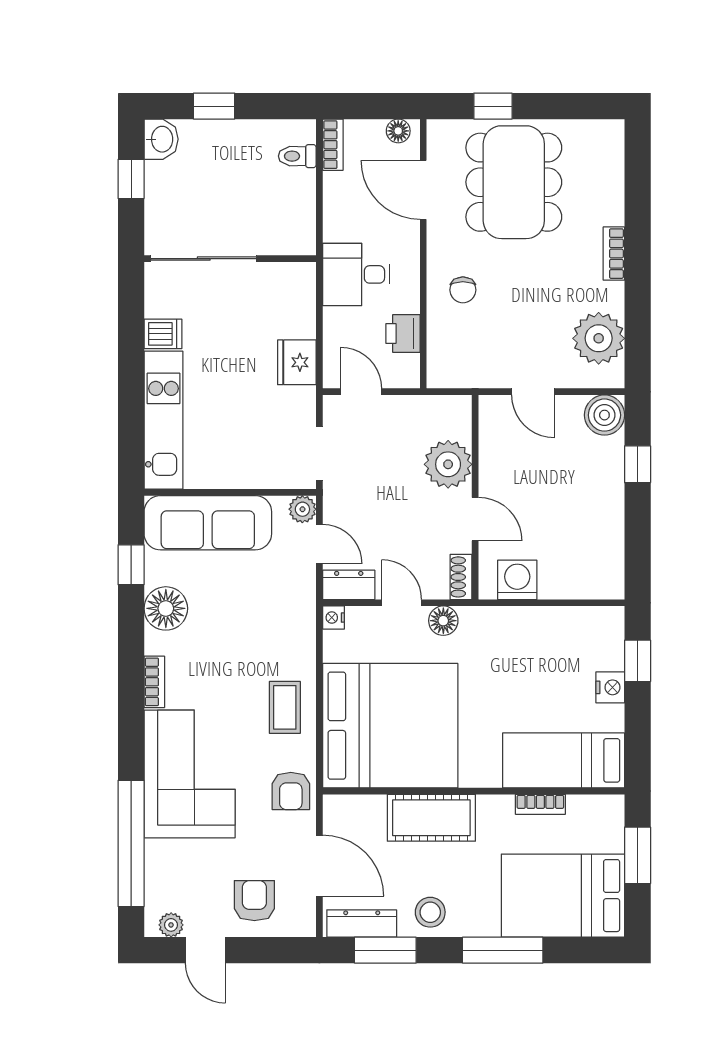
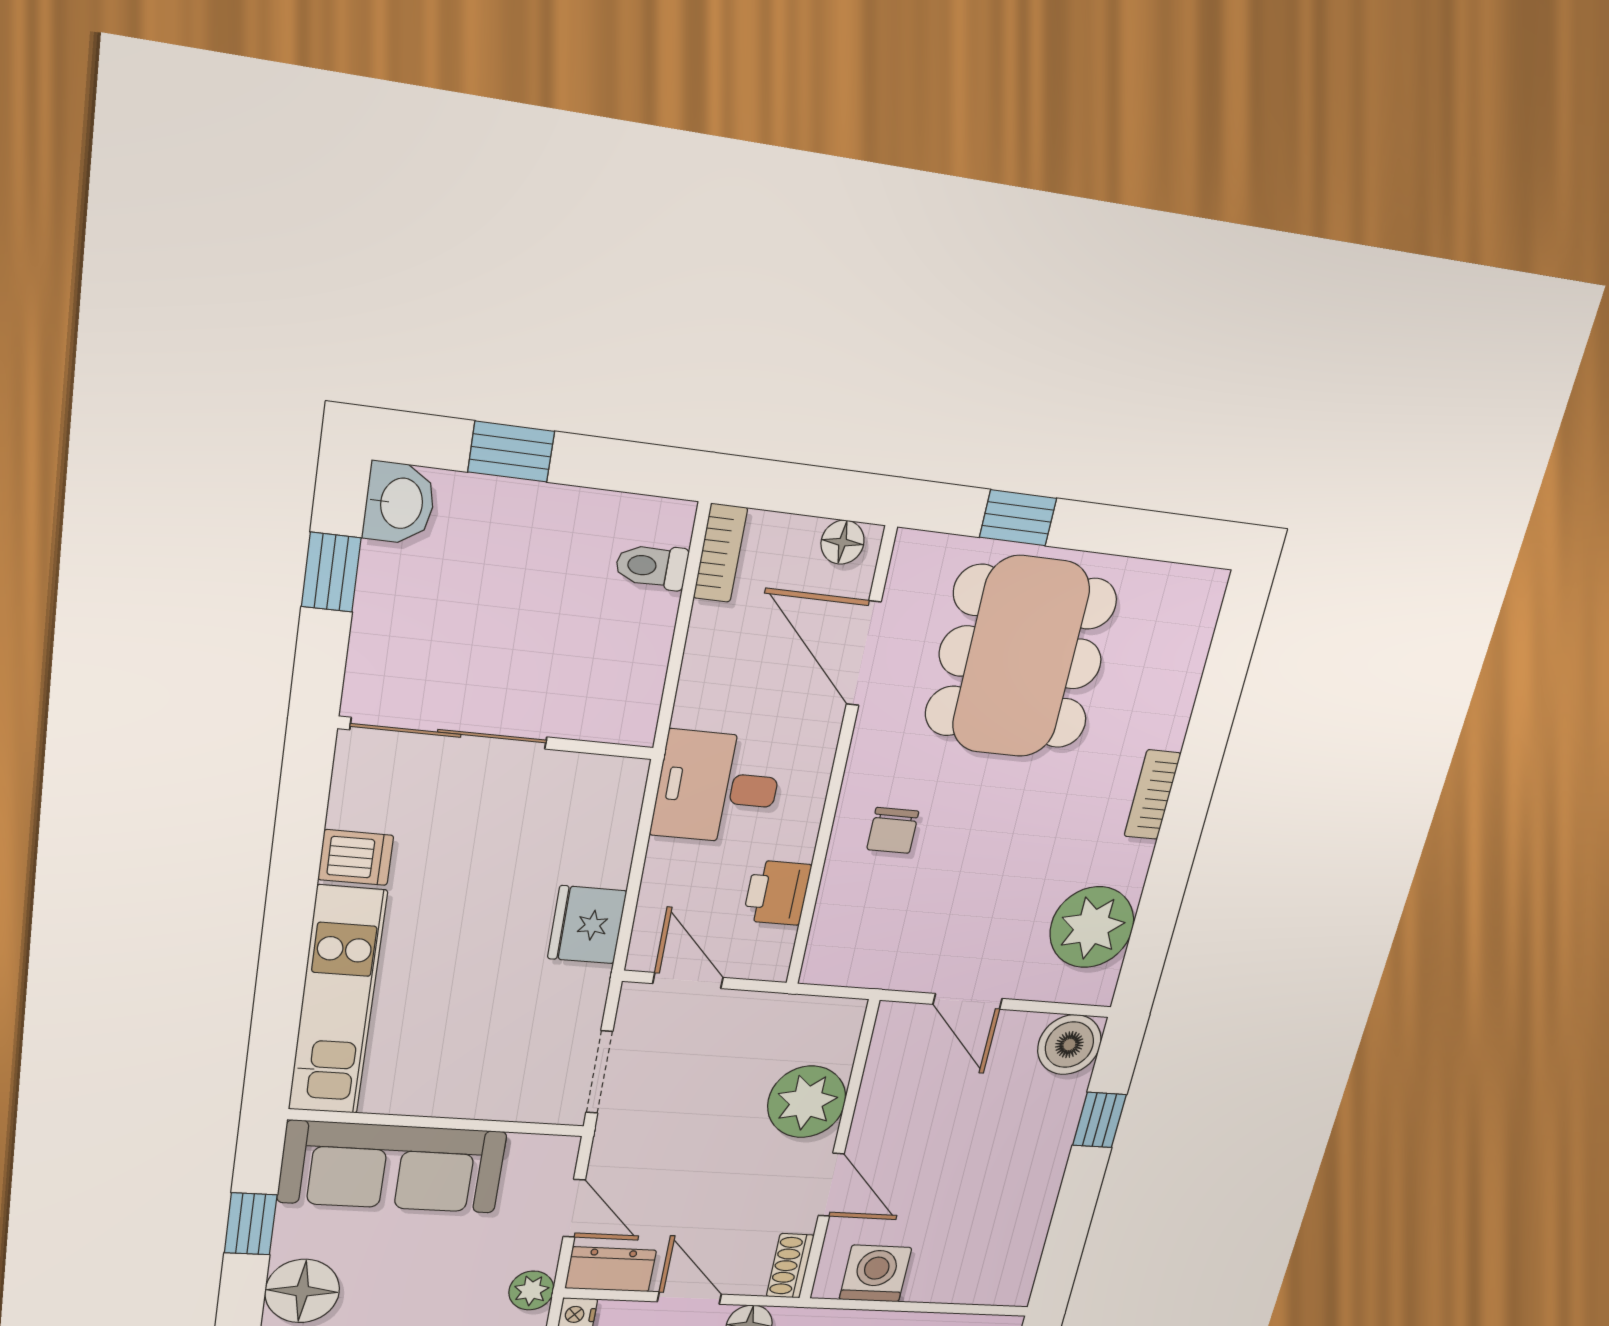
plant: (302, 509) -> (531, 1290), moved

